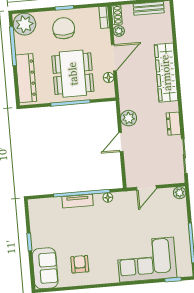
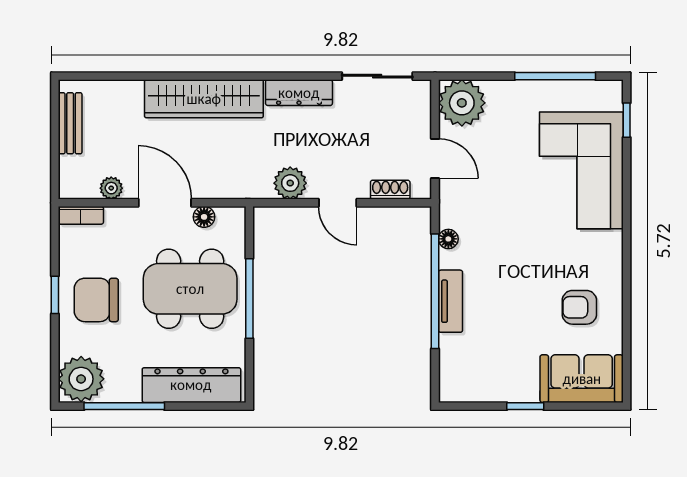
shoe rack: (117, 15) -> (390, 190), moved
dresser: (173, 124) -> (299, 93), width x1.44
plant: (180, 193) -> (462, 103), width x1.88, depth x1.88

